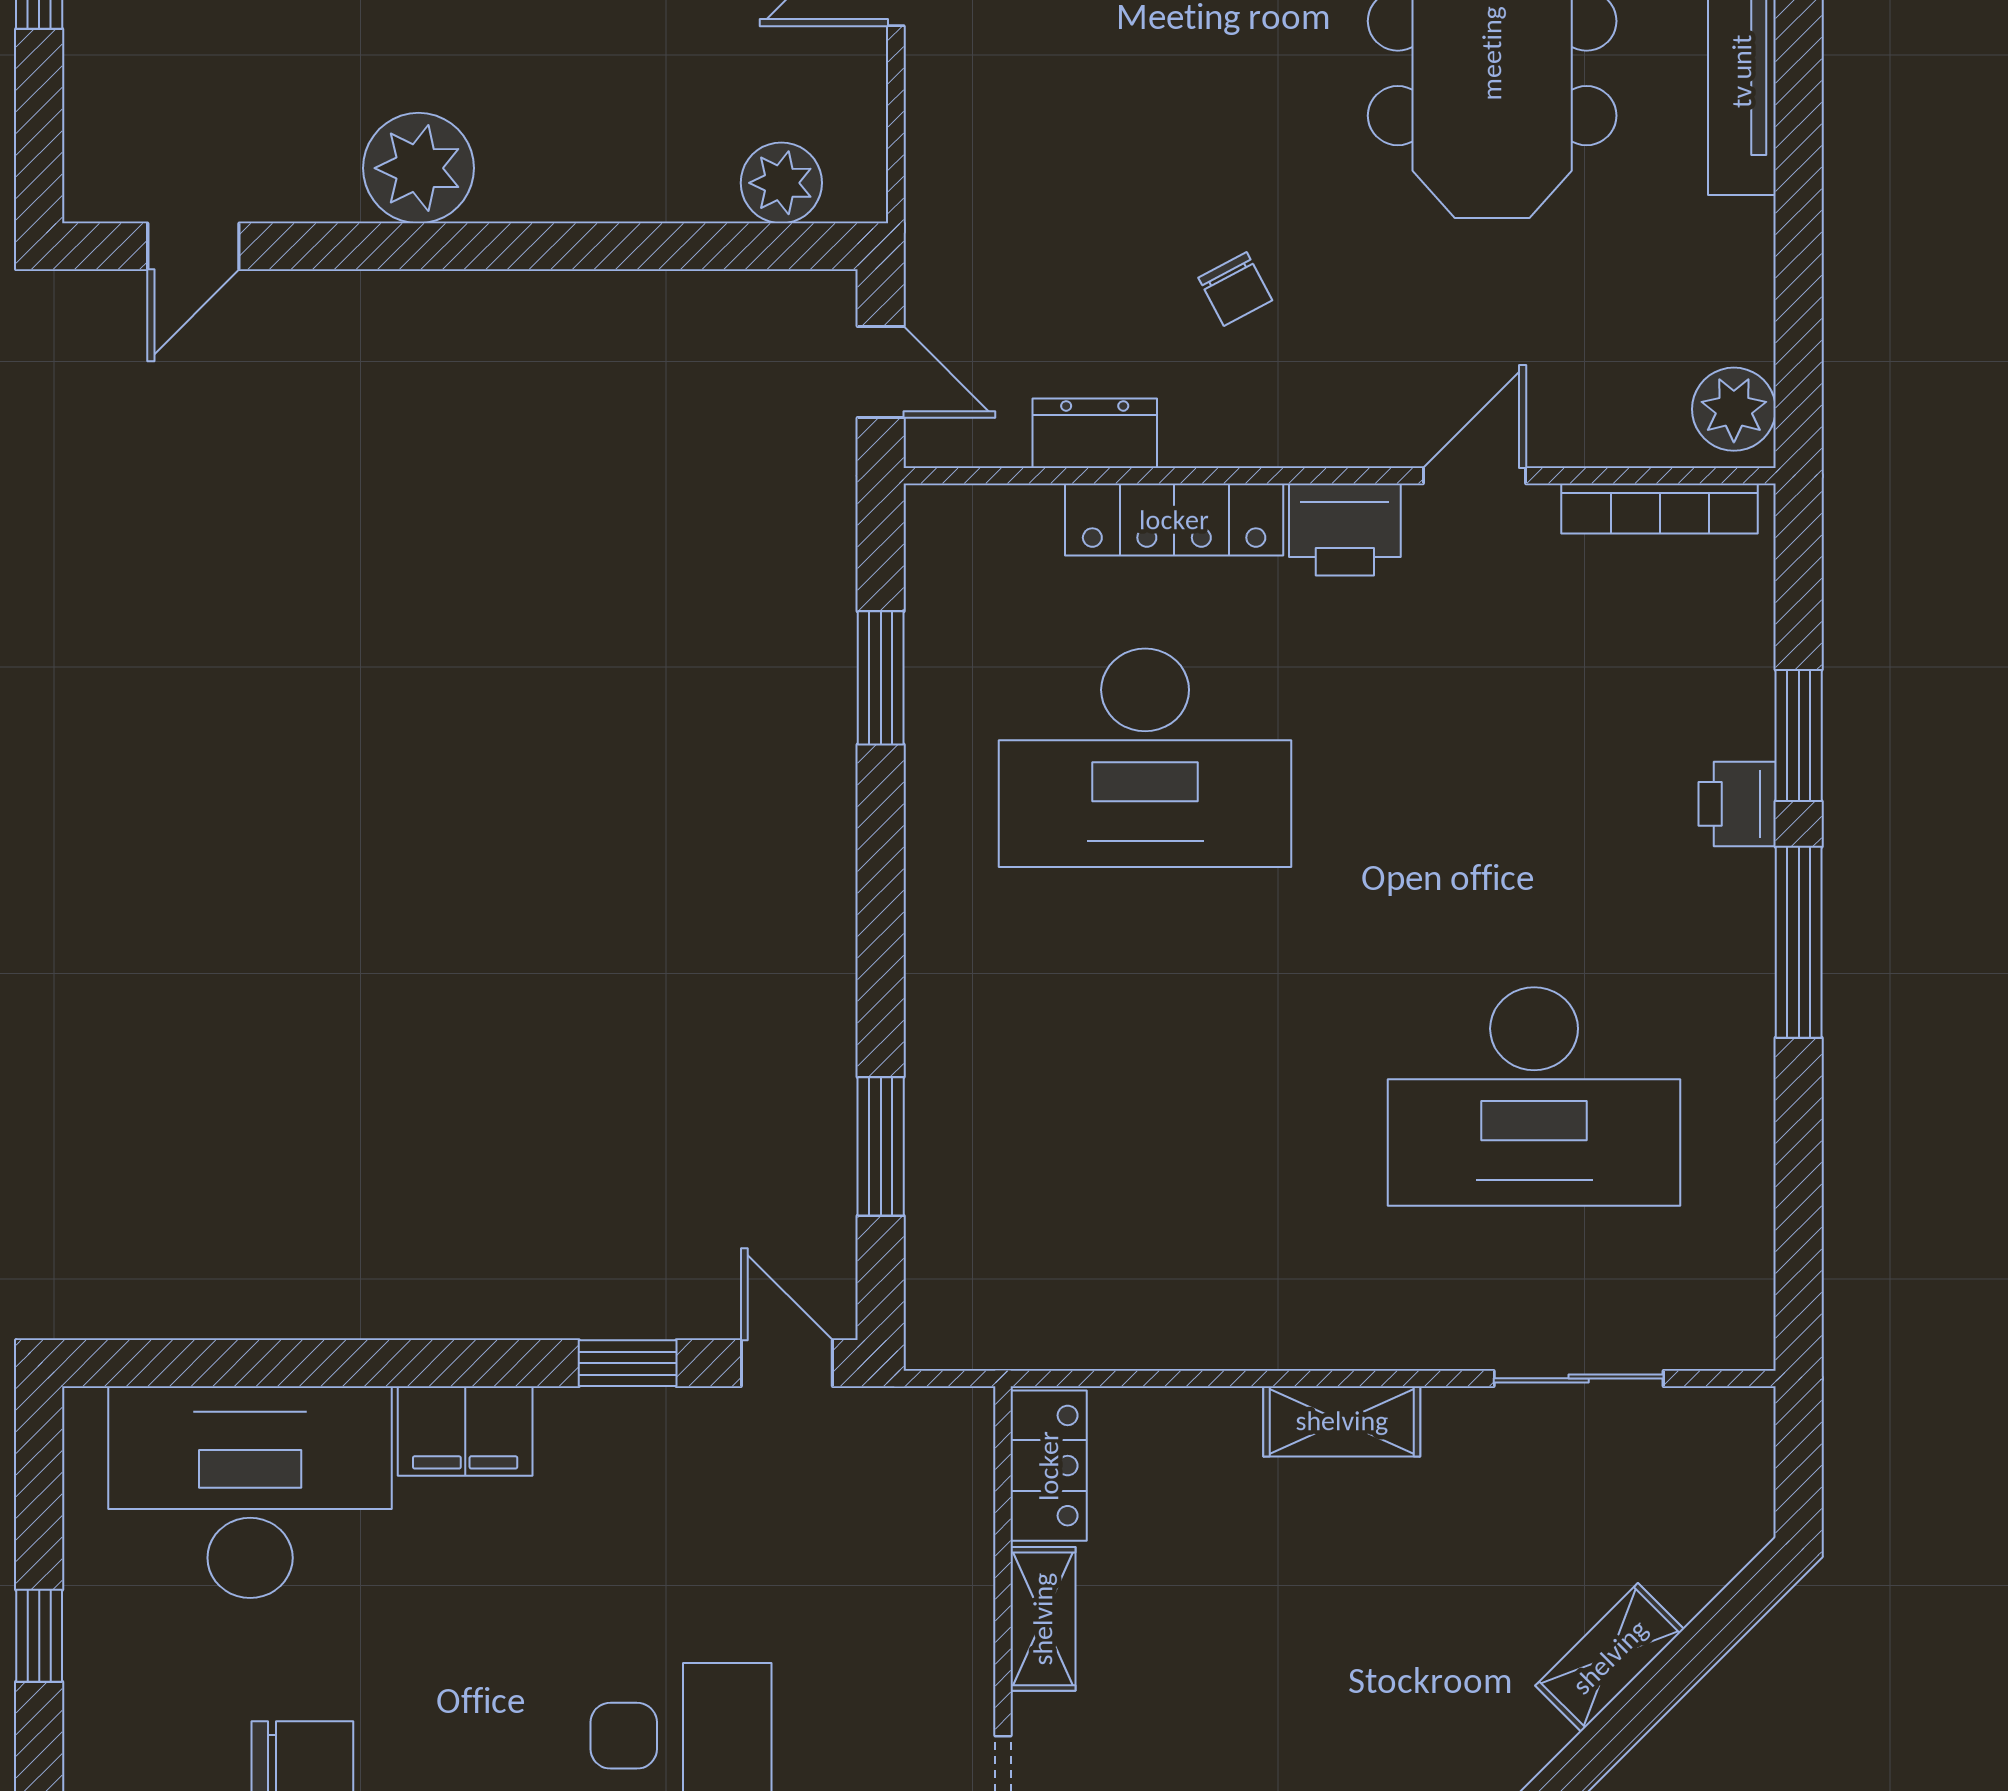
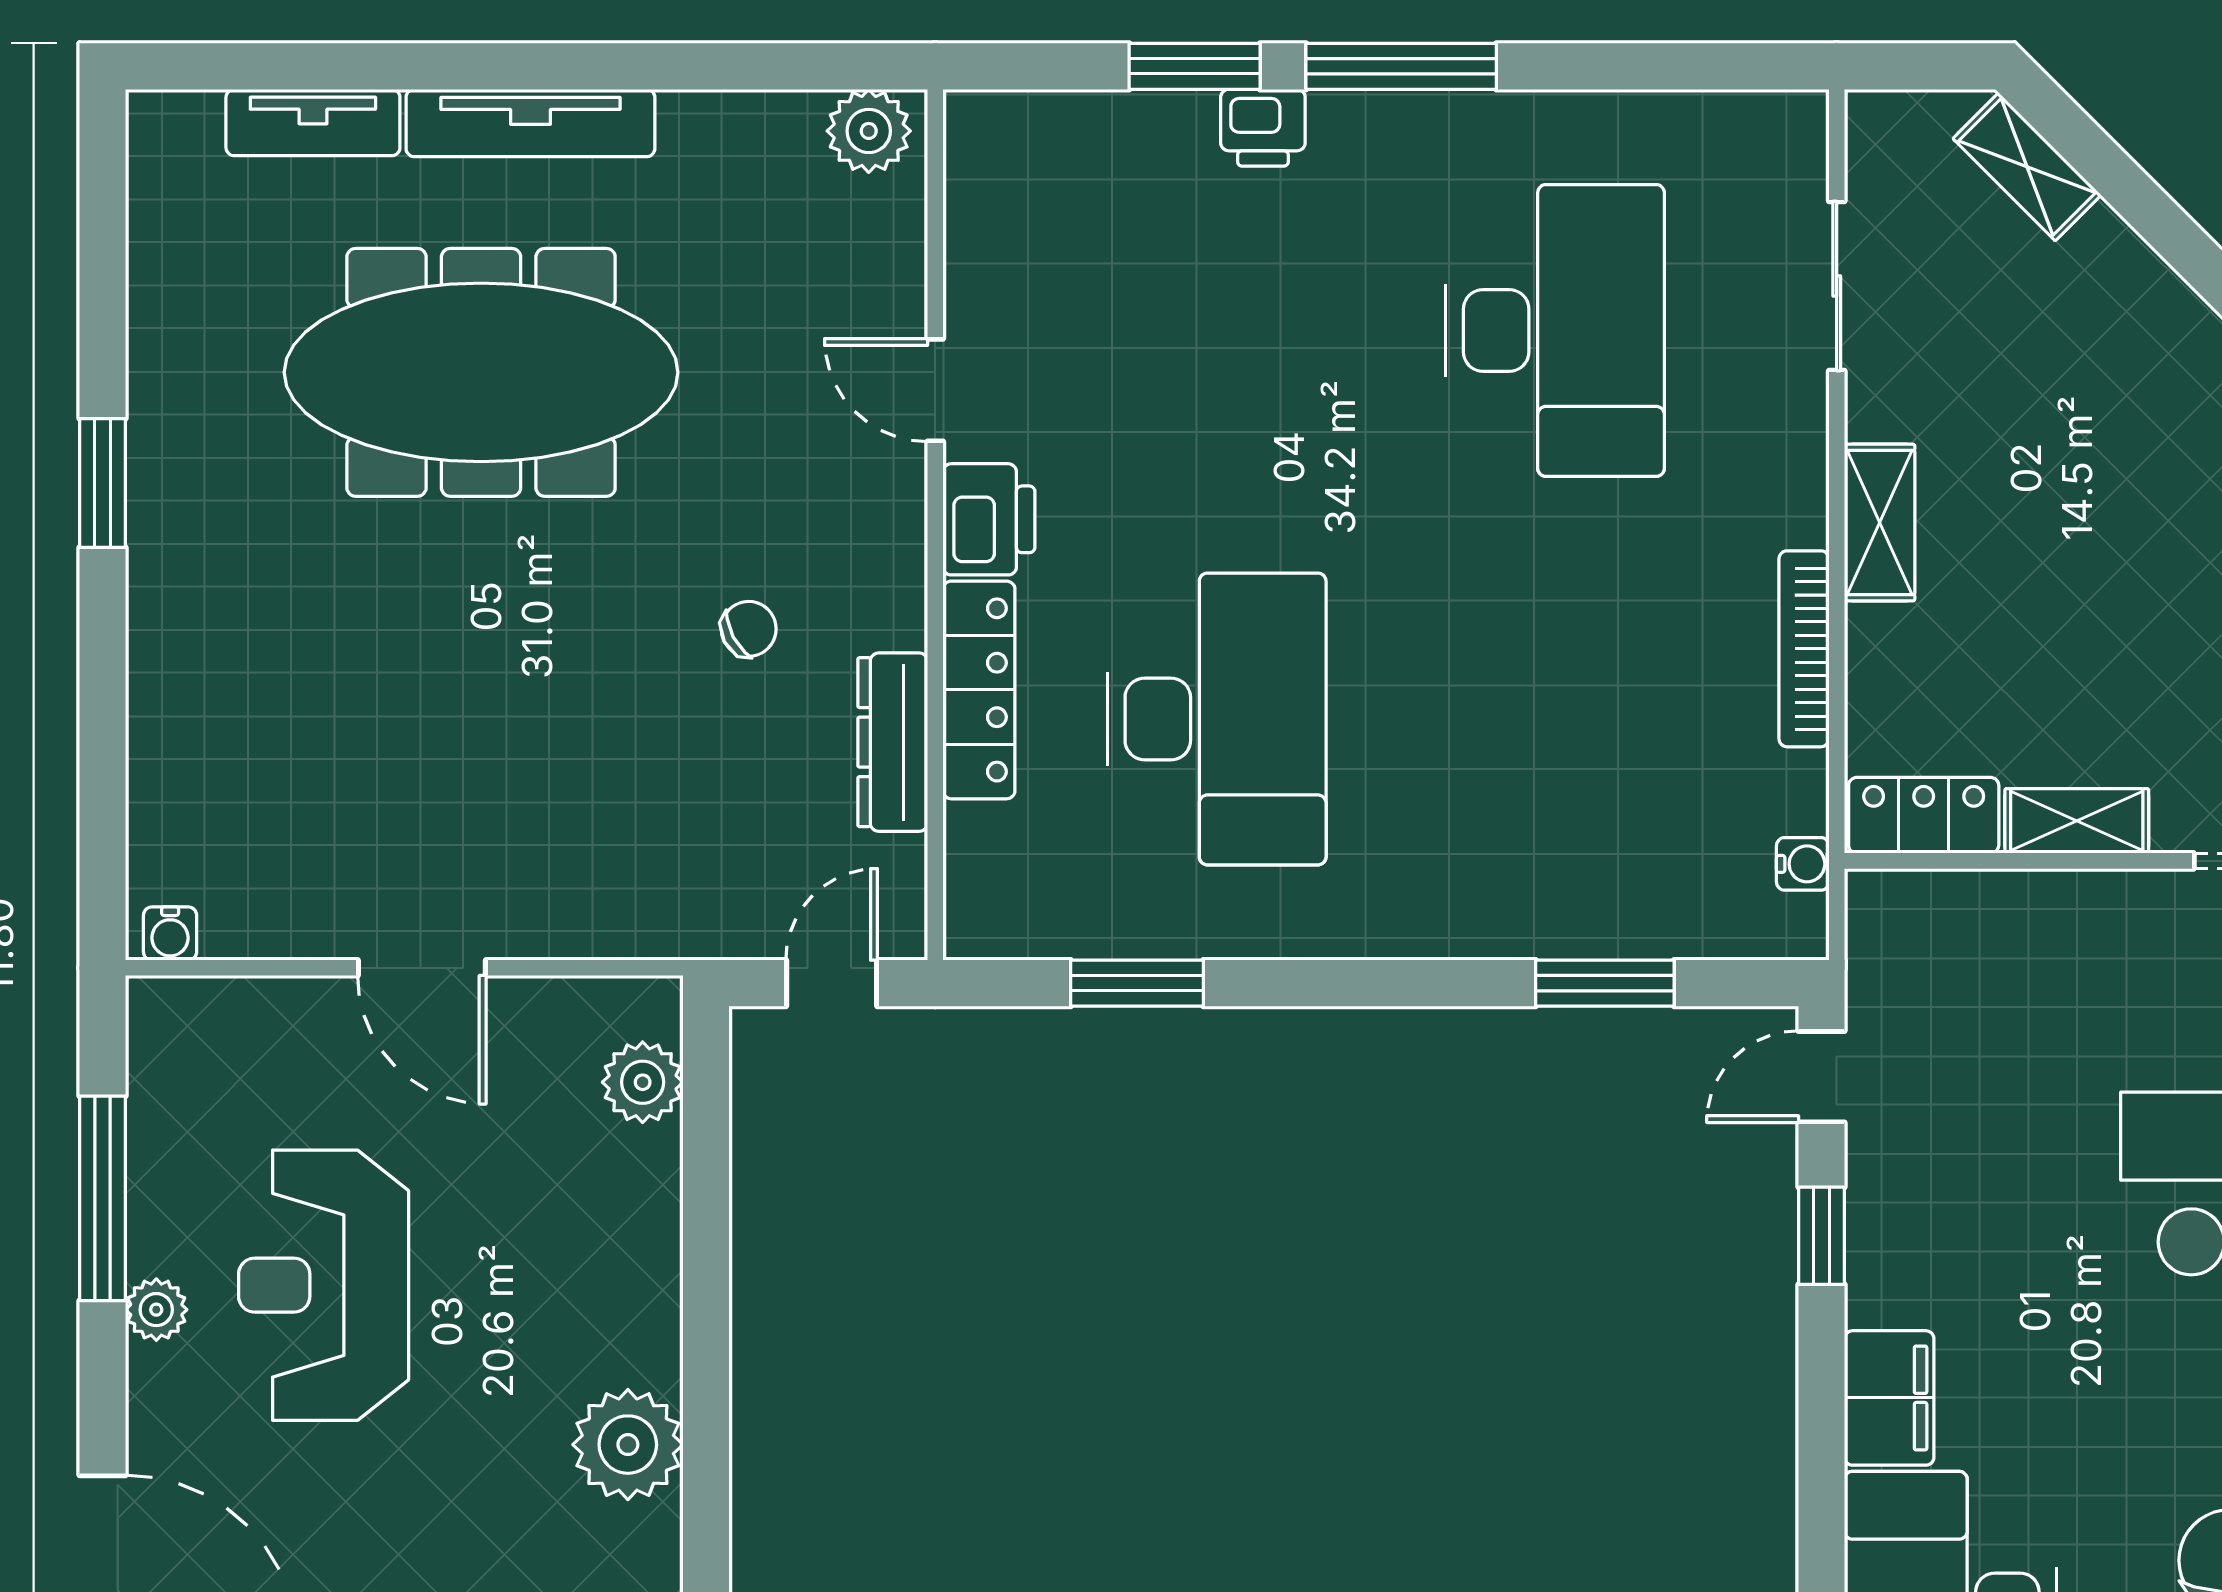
dresser: (1095, 433) -> (893, 742), width x1.44
bookcase: (1660, 509) -> (1804, 649), moved, turned 180
water cooler: (1000, 1345) -> (1803, 864), added
shelving: (1610, 1657) -> (2027, 167), moved

